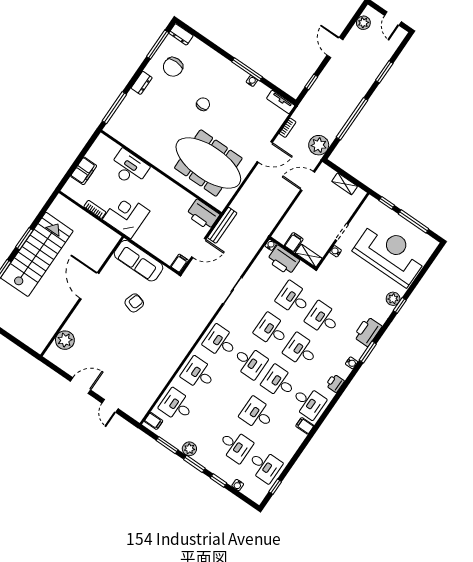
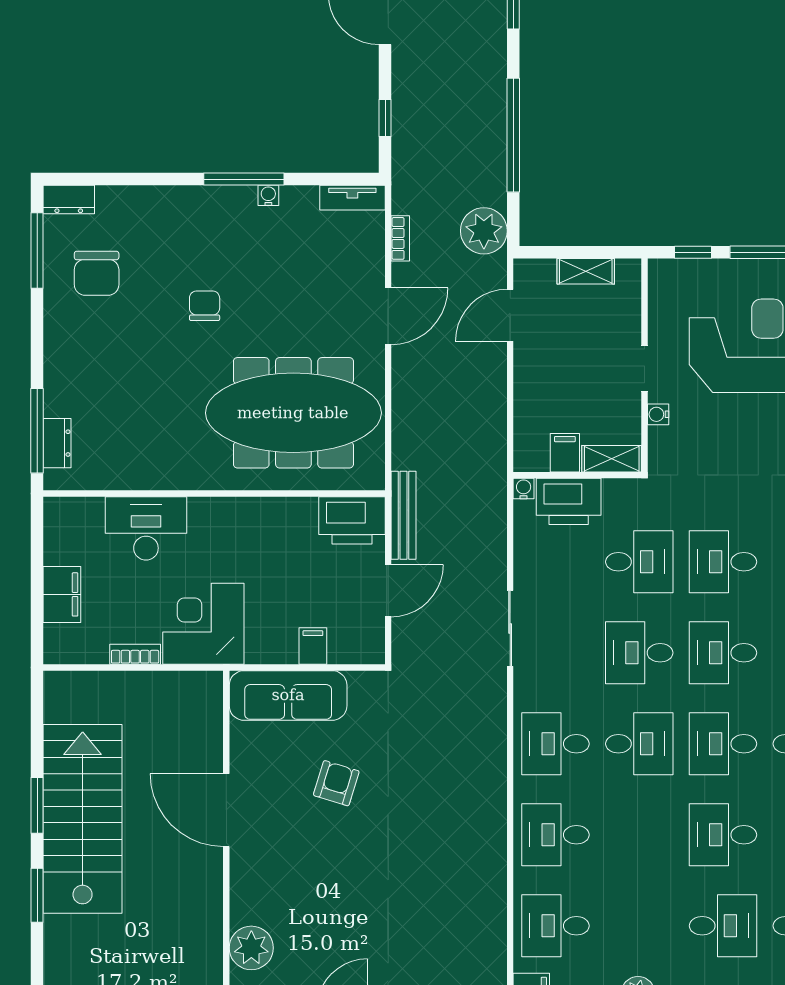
dresser: (142, 83) -> (57, 443), moved
filing cabinet: (179, 263) -> (313, 646), moved
desk: (293, 298) -> (639, 562), turned 180

